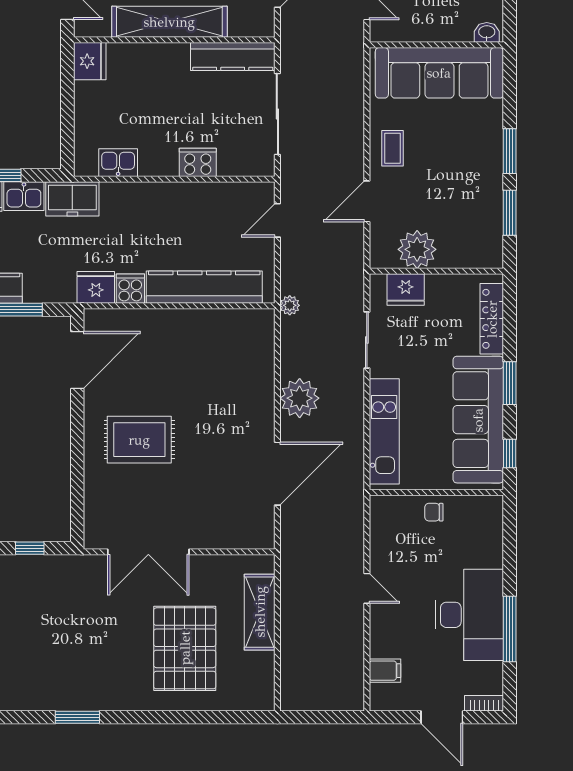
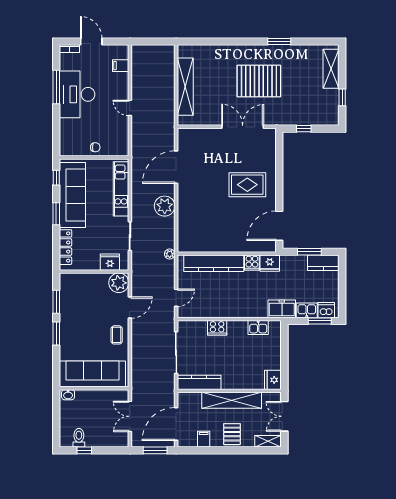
plant: (417, 249) -> (119, 283), moved
shelving: (260, 612) -> (185, 87), width x1.47
pallet: (185, 648) -> (259, 81), moved, turned 90

